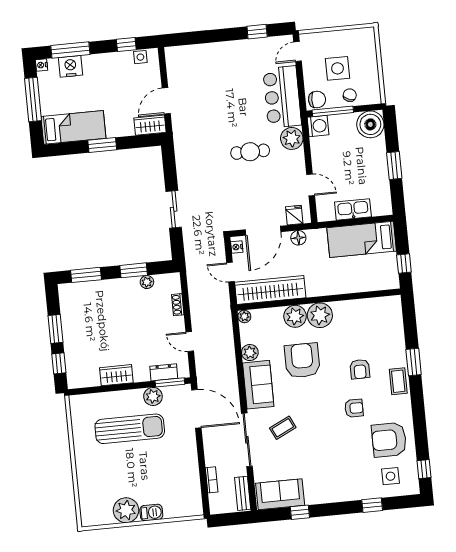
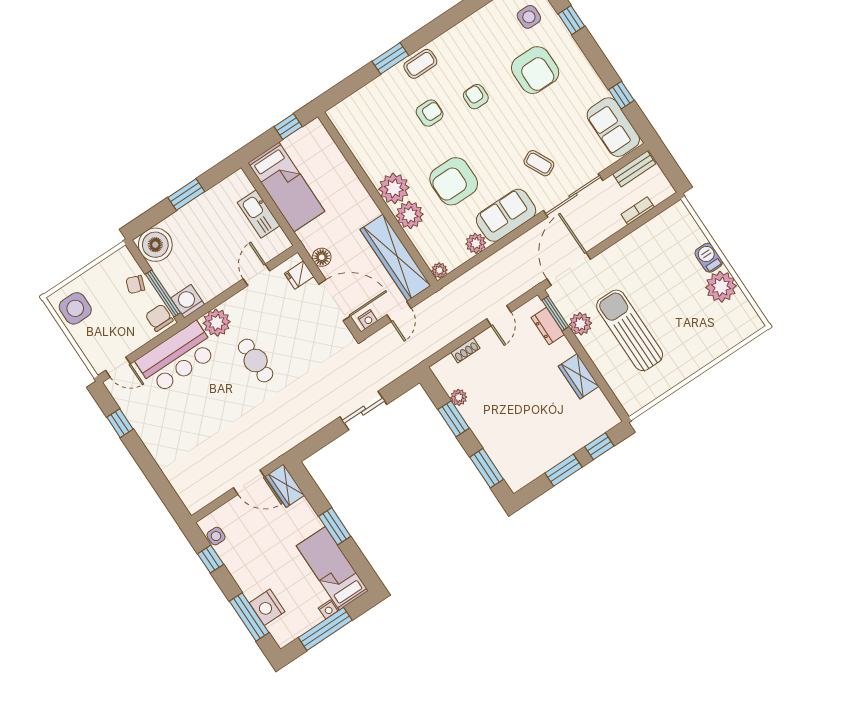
nightstand: (42, 65) -> (328, 609), moved
side table: (337, 68) -> (75, 308), moved
armchair: (389, 440) -> (535, 70), moved

